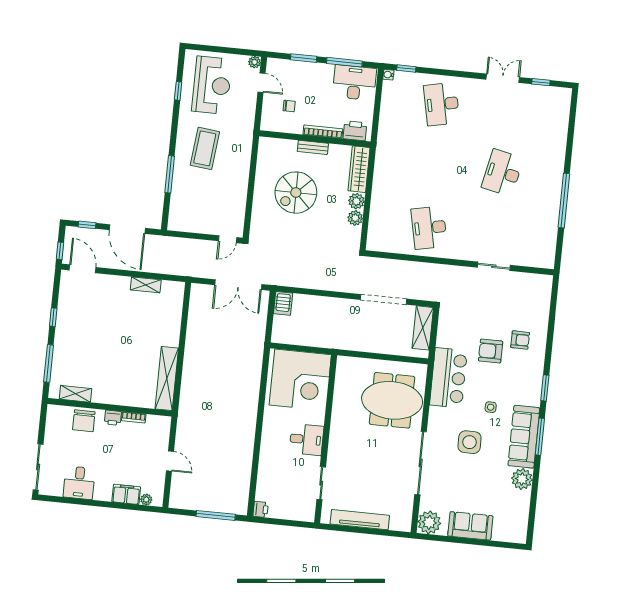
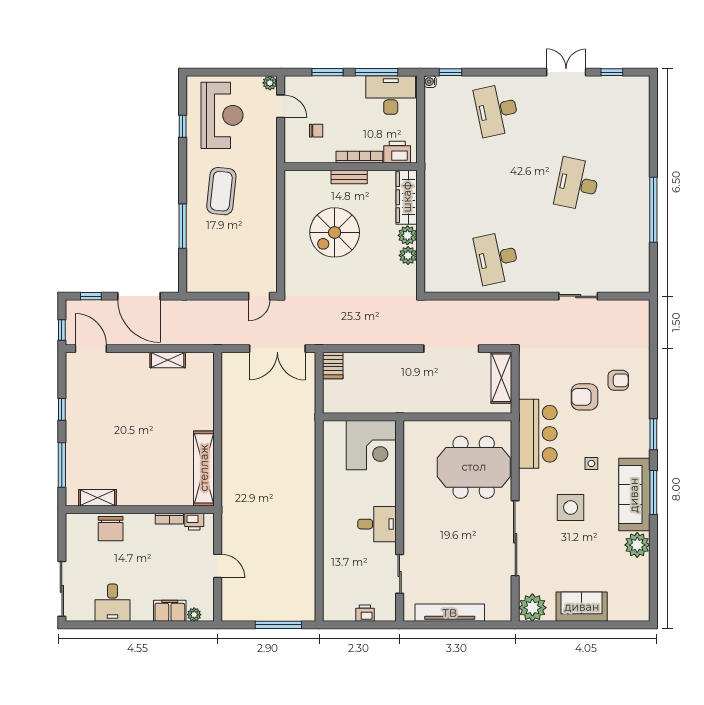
corner desk: (300, 380) -> (371, 445), width x0.74, depth x0.74
printer: (113, 418) -> (194, 522), moved
printer: (261, 509) -> (365, 613), moved, turned -90

